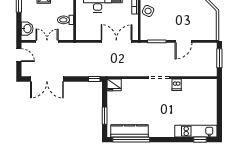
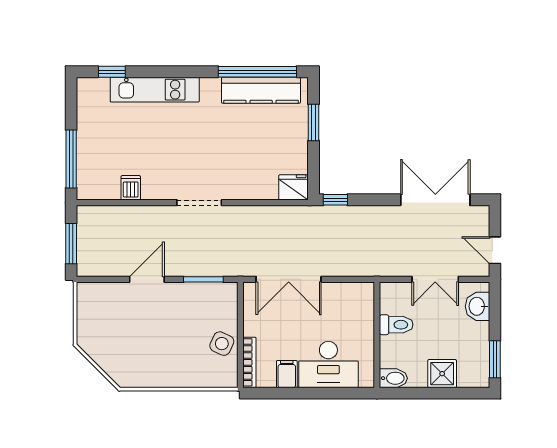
dishwasher: (177, 85) -> (131, 188), moved
window: (219, 98) -> (71, 159), added
kitchen unit: (196, 131) -> (155, 90), moved

